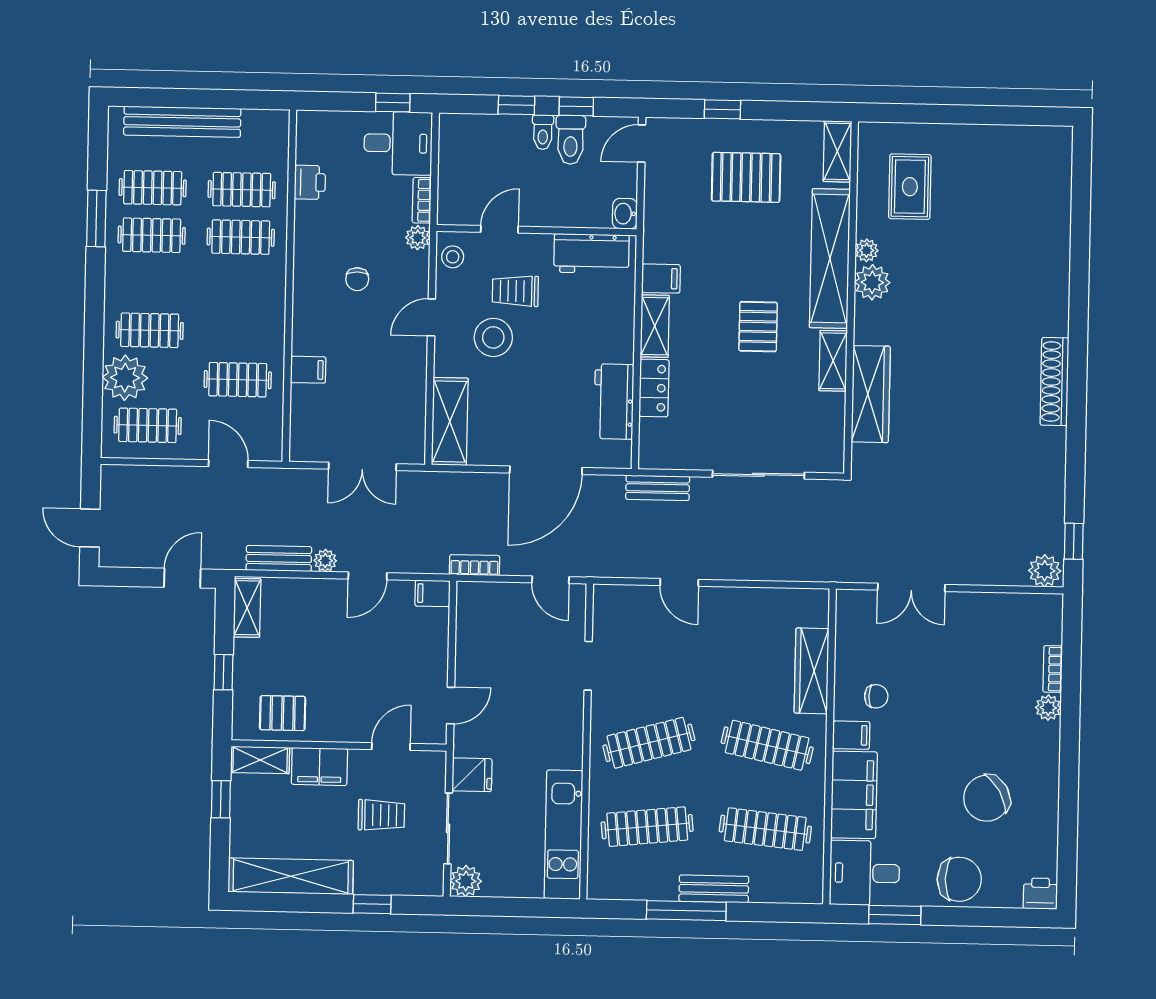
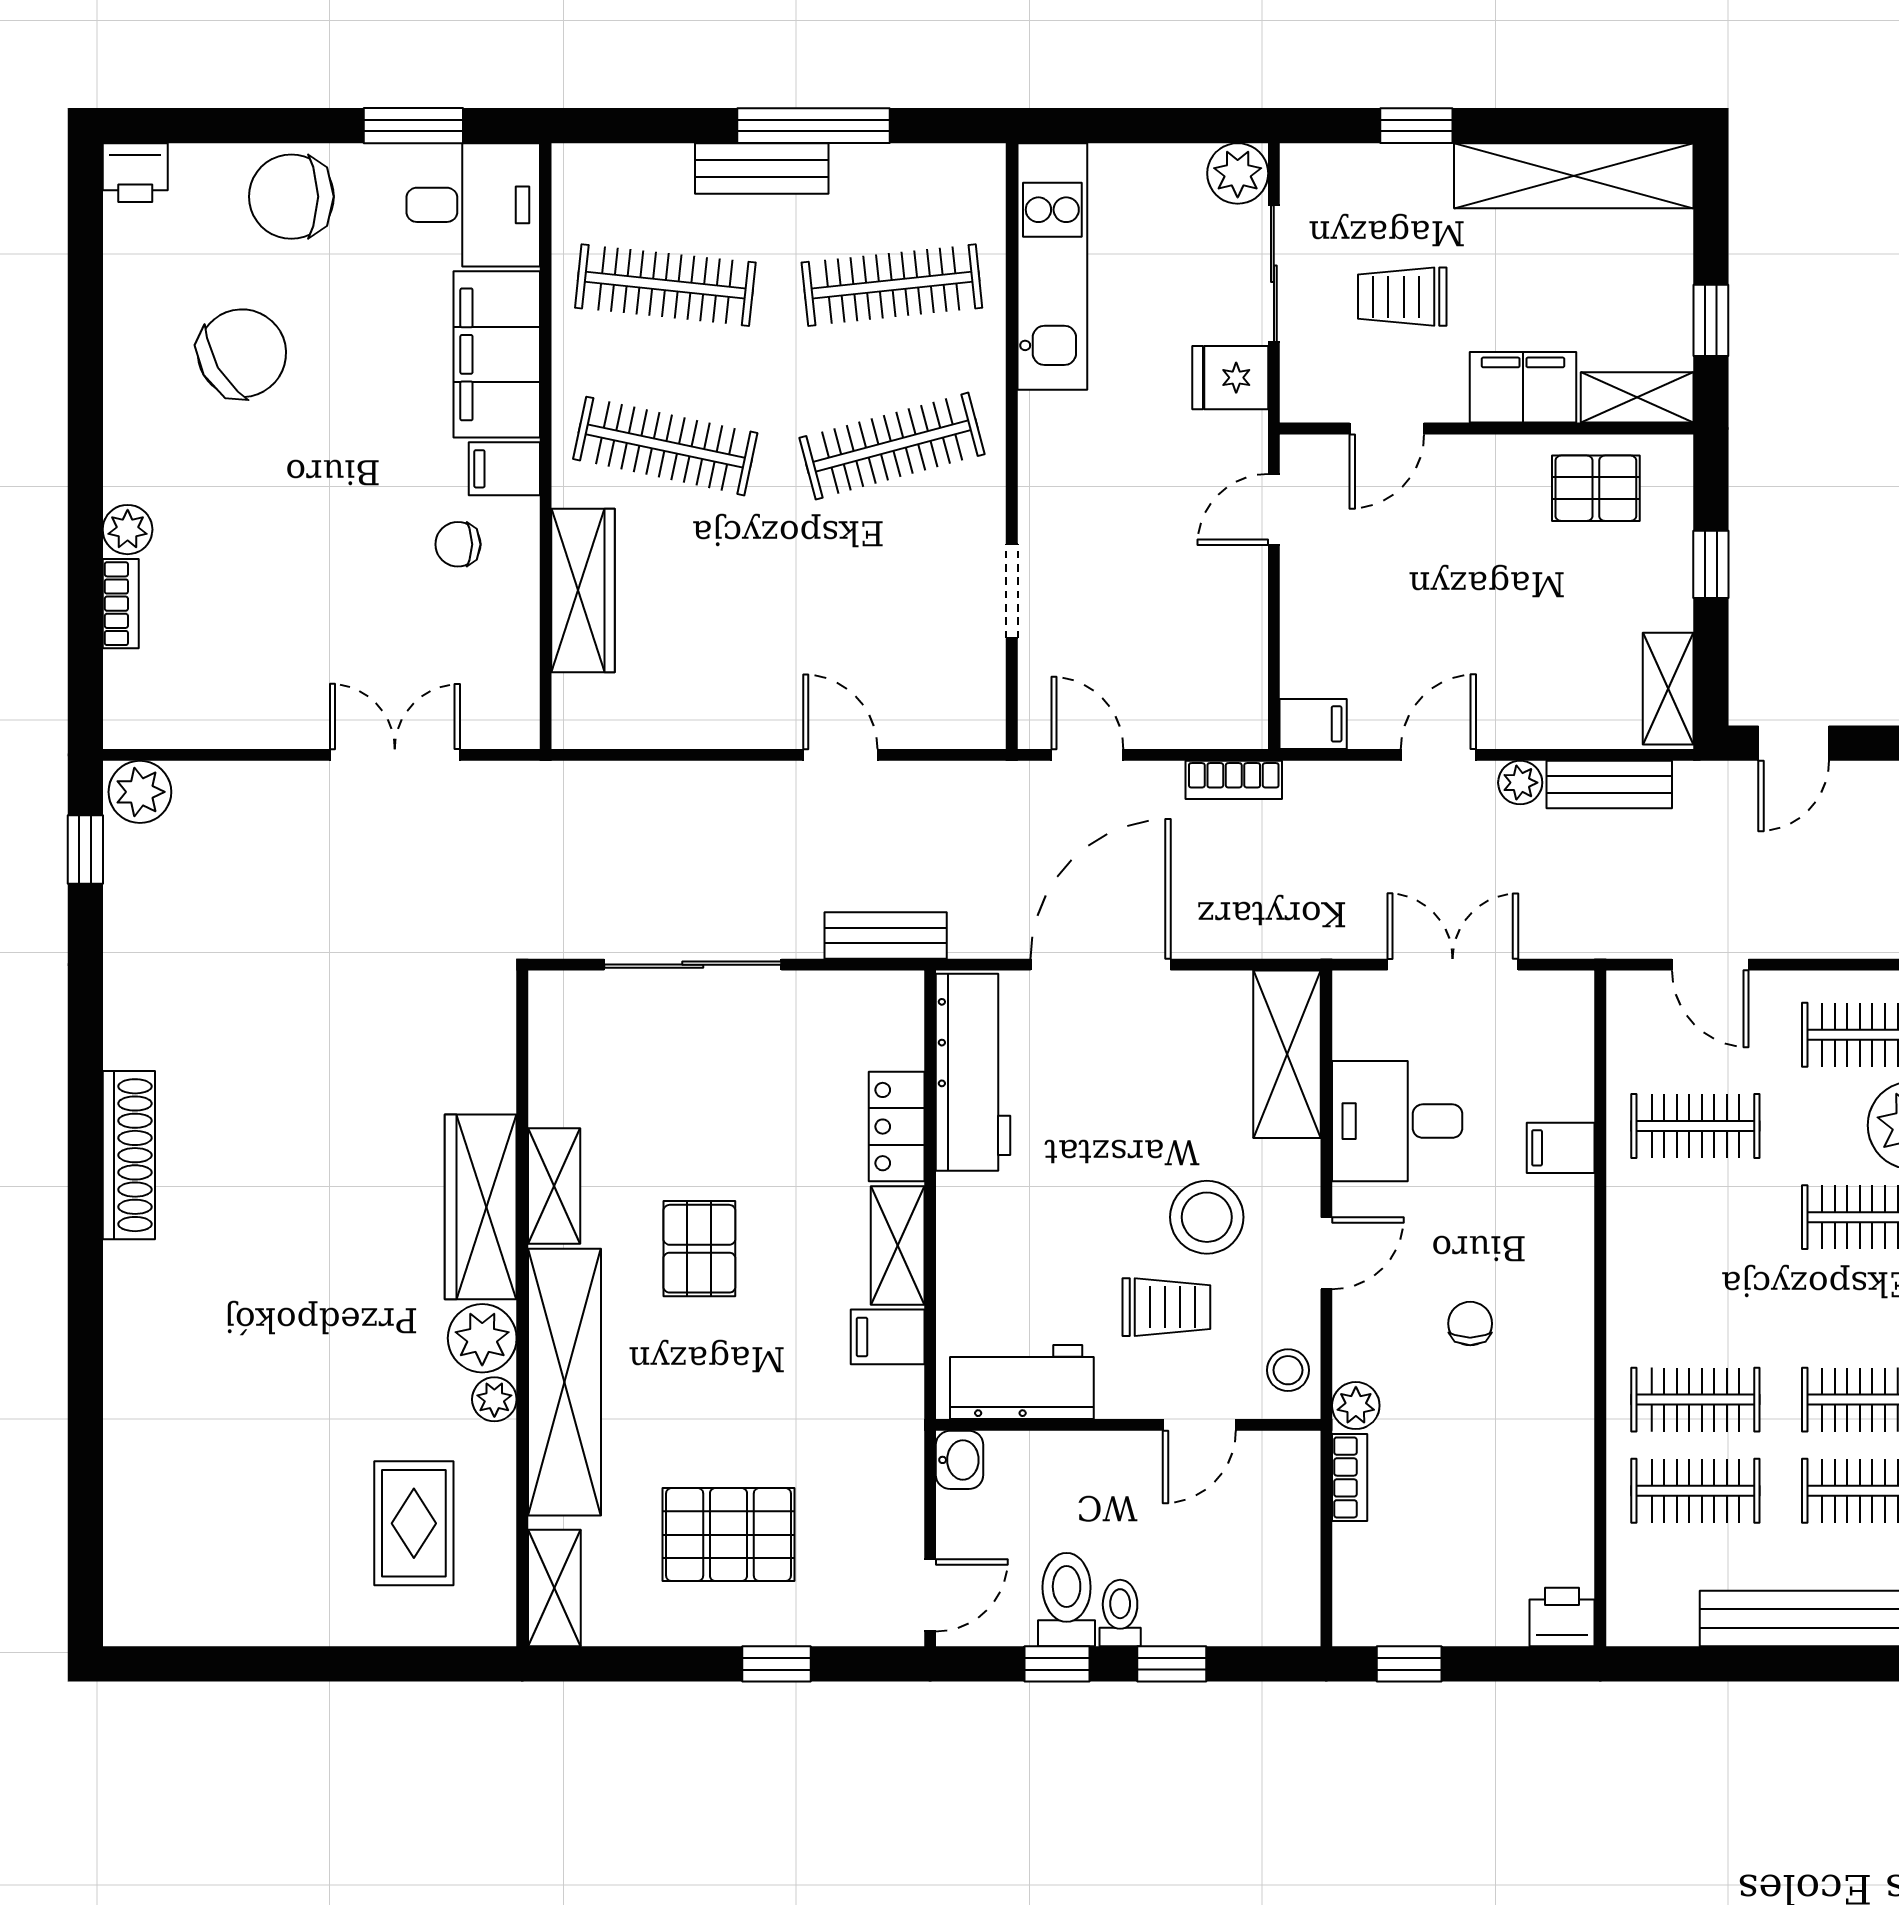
desk: (398, 143) -> (1397, 1121), moved
printer: (310, 182) -> (1562, 1617), moved, turned 90
wardrobe: (871, 394) -> (481, 1207), moved
workbench: (614, 402) -> (973, 1072), width x1.37

